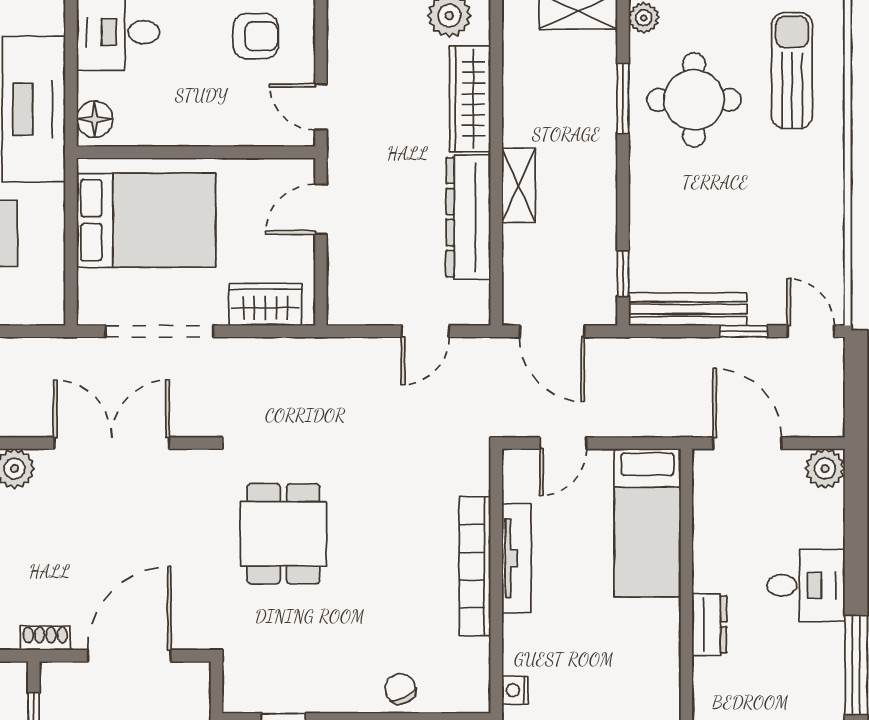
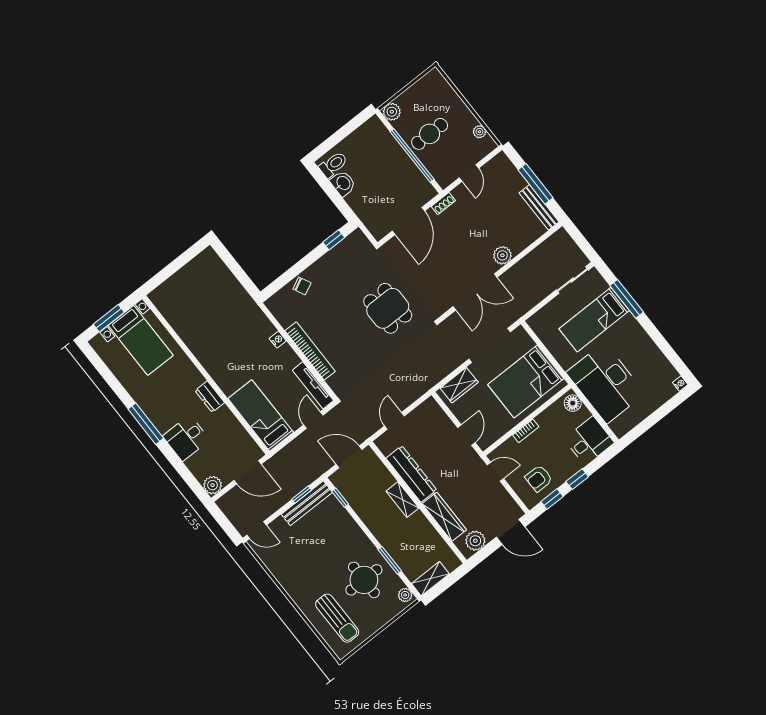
bookcase: (213, 135) -> (526, 431), added
window: (744, 331) -> (302, 495), moved
tv unit: (517, 558) -> (313, 385), moved
nightstand: (515, 690) -> (278, 340), moved

